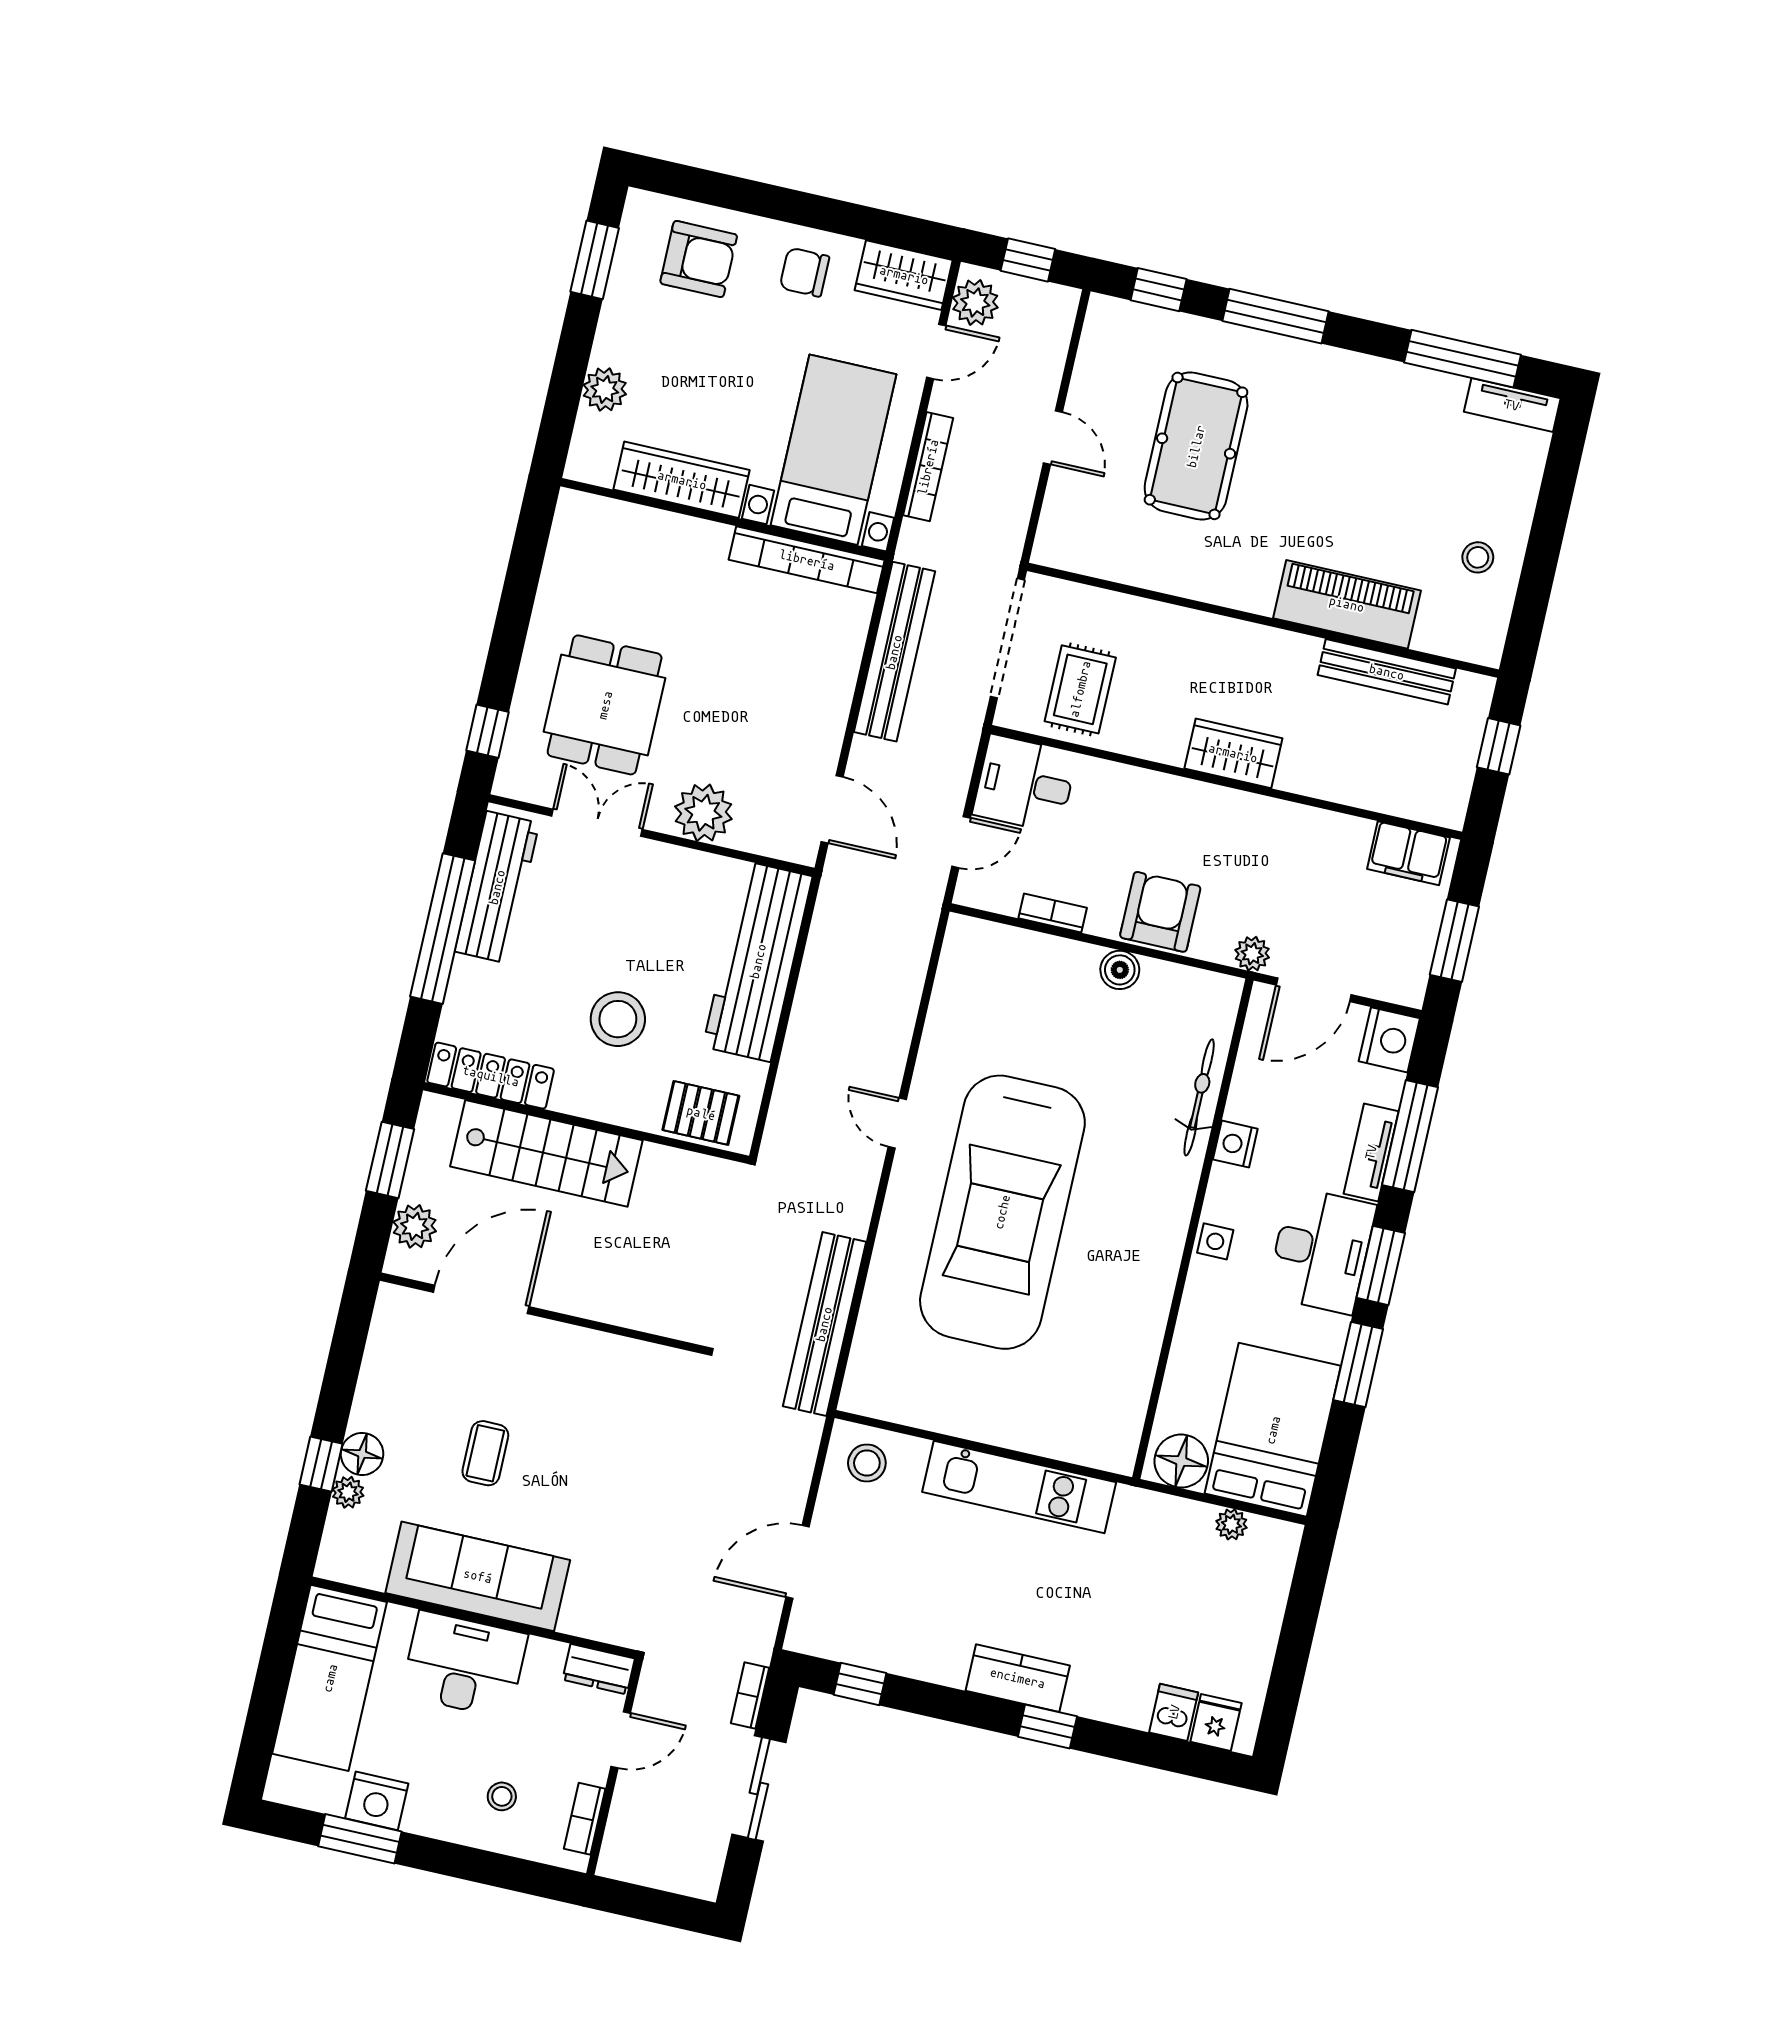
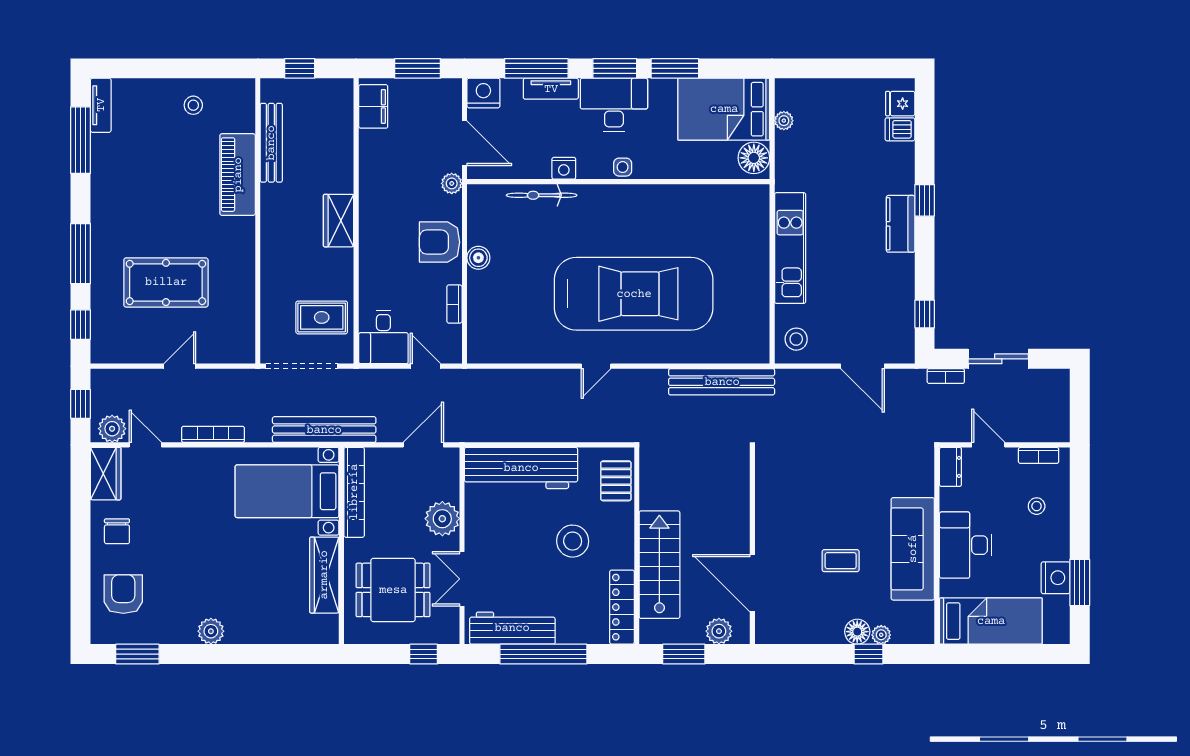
bed with nightstands: (834, 450) -> (287, 491), moved
wardrobe: (682, 480) -> (324, 575), moved
wall: (723, 519) -> (341, 546), moved
bookcase: (807, 560) -> (354, 492), moved

